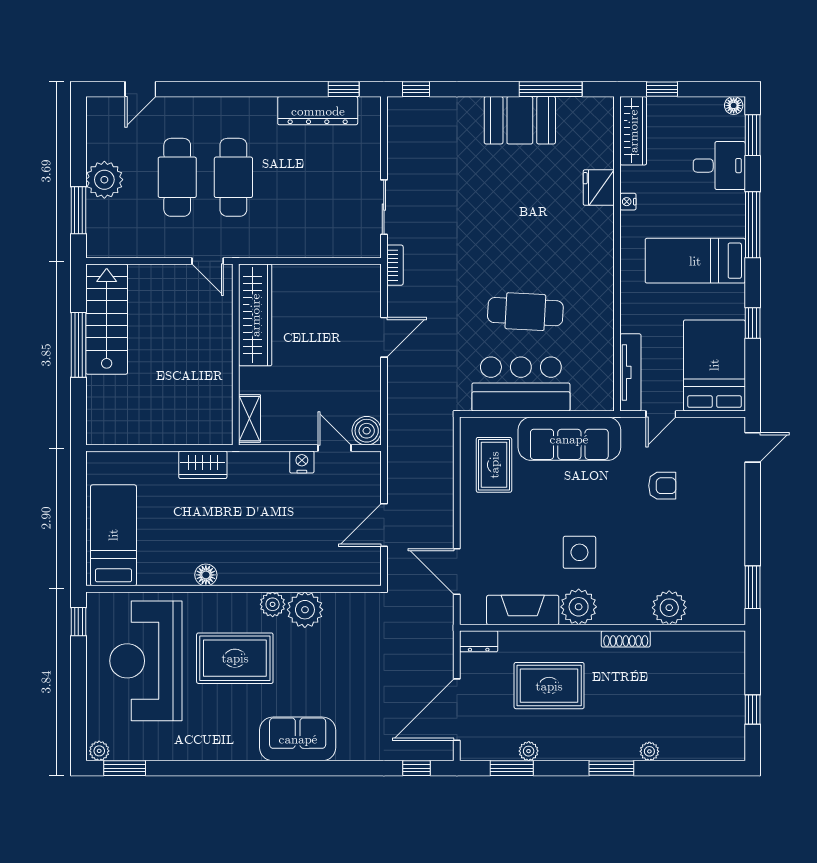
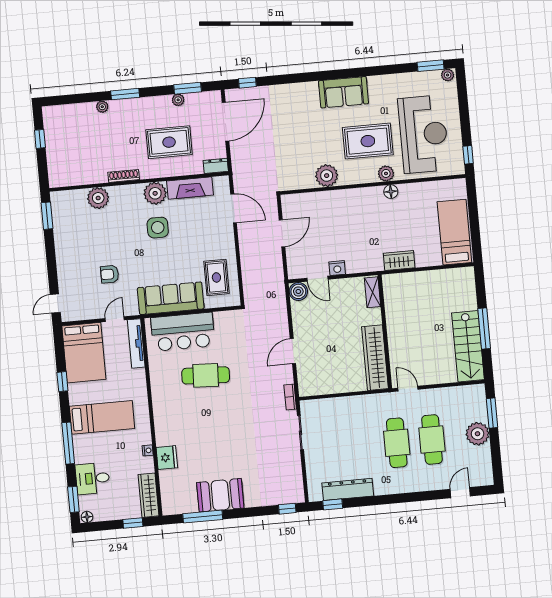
bar counter: (521, 384) -> (183, 332), moved
bed: (113, 535) -> (454, 232), moved, turned 180
plant: (273, 604) -> (386, 173), moved
sofa: (298, 739) -> (344, 92), moved

